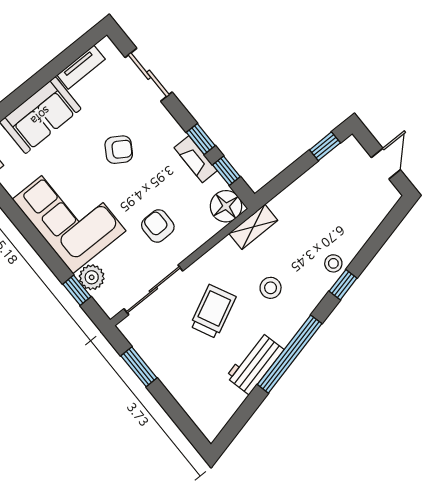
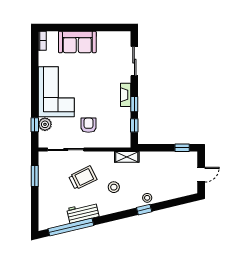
tv unit: (81, 67) -> (109, 36), removed
armchair: (119, 150) -> (98, 82), removed
fireplace: (196, 159) -> (126, 95), moved
floor lamp: (226, 206) -> (123, 140), removed
window: (290, 354) -> (71, 227), moved

